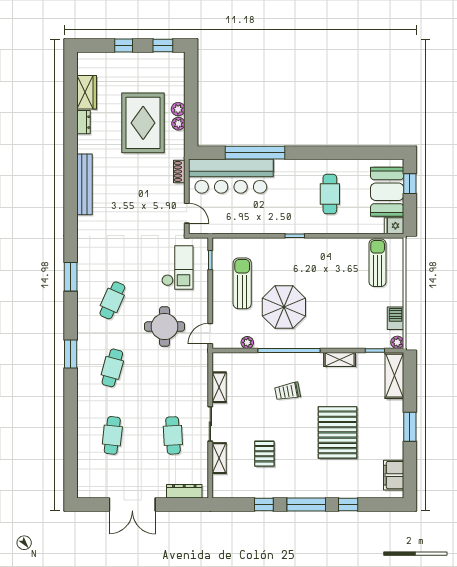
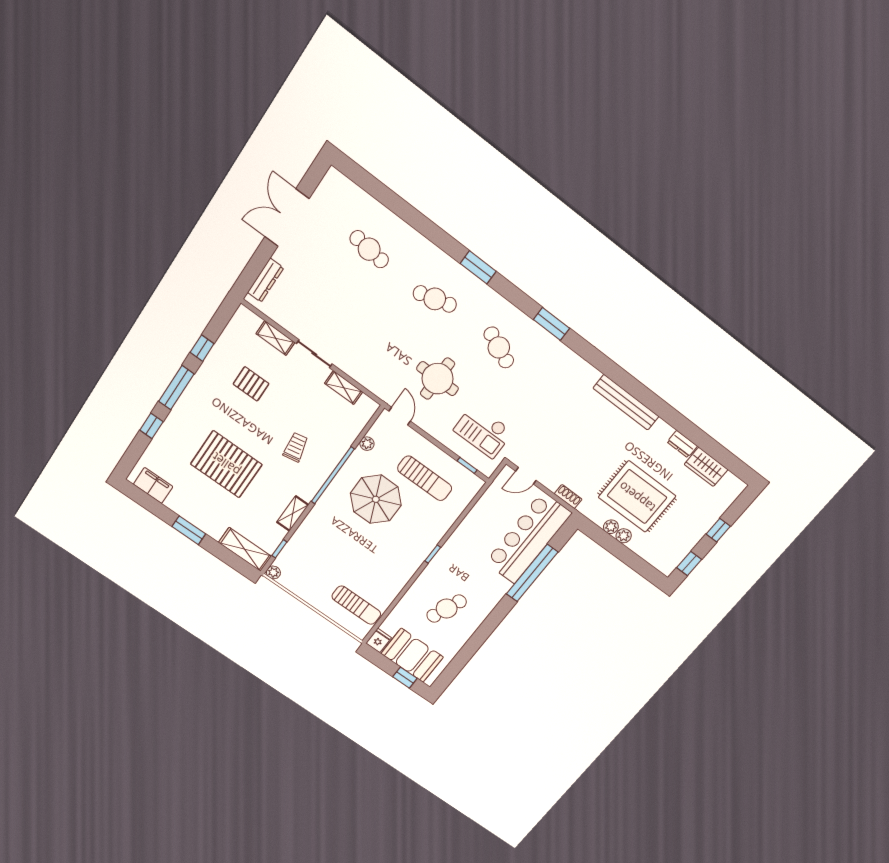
cafe table: (330, 194) -> (447, 609), turned -68
barbecue: (396, 318) -> (296, 586), removed
cafe table: (112, 368) -> (435, 299), turned -30
cafe table: (173, 435) -> (328, 310), removed

